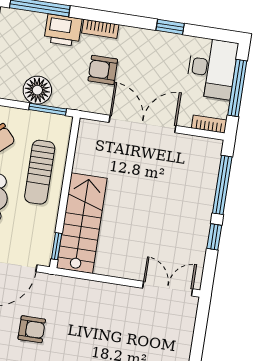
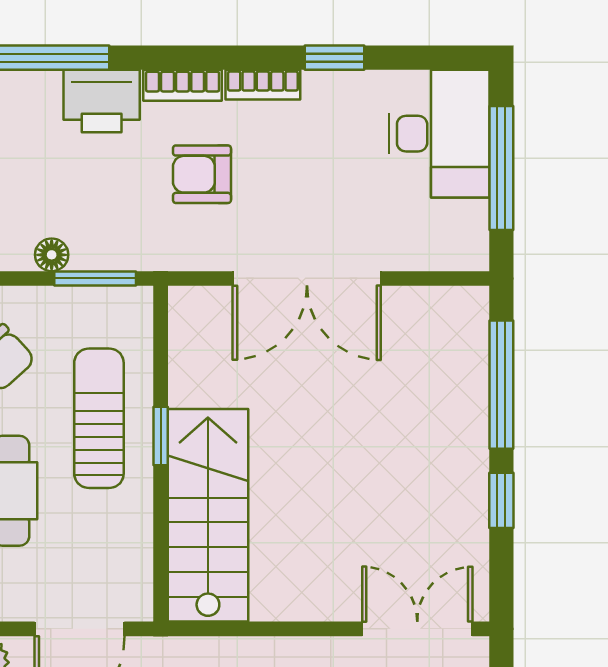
floor lamp: (37, 90) -> (52, 255), width x0.53, depth x0.53
double door: (142, 124) -> (307, 278), swing flipped
bookcase: (209, 124) -> (263, 85), moved, turned 180
sun lounger: (40, 172) -> (99, 418), turned 180
window: (57, 246) -> (161, 436), moved

